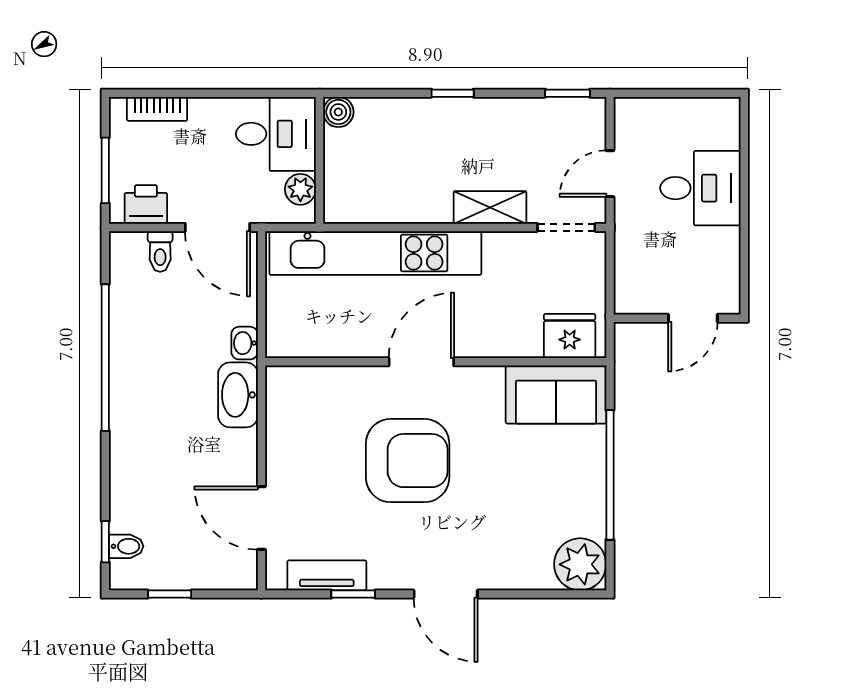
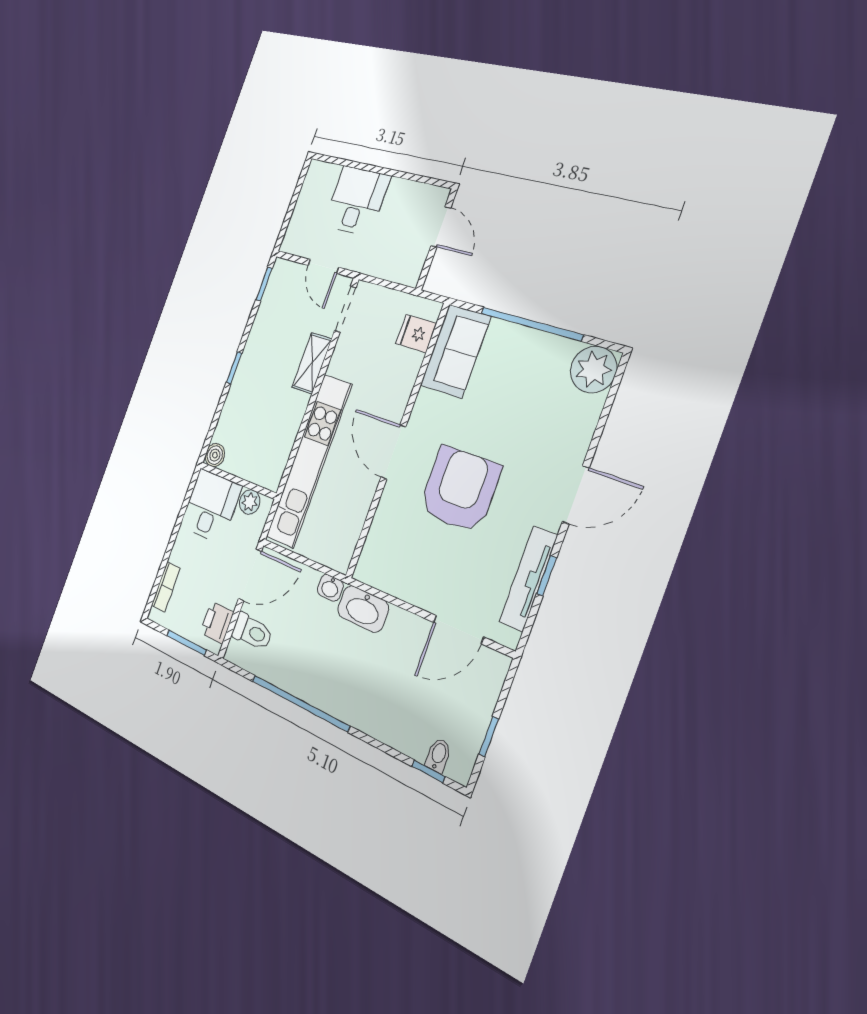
toilet: (160, 251) -> (252, 632), width x1.37, depth x1.39
fridge: (570, 336) -> (416, 334), width x0.72
tv unit: (327, 575) -> (528, 579), width x1.41

